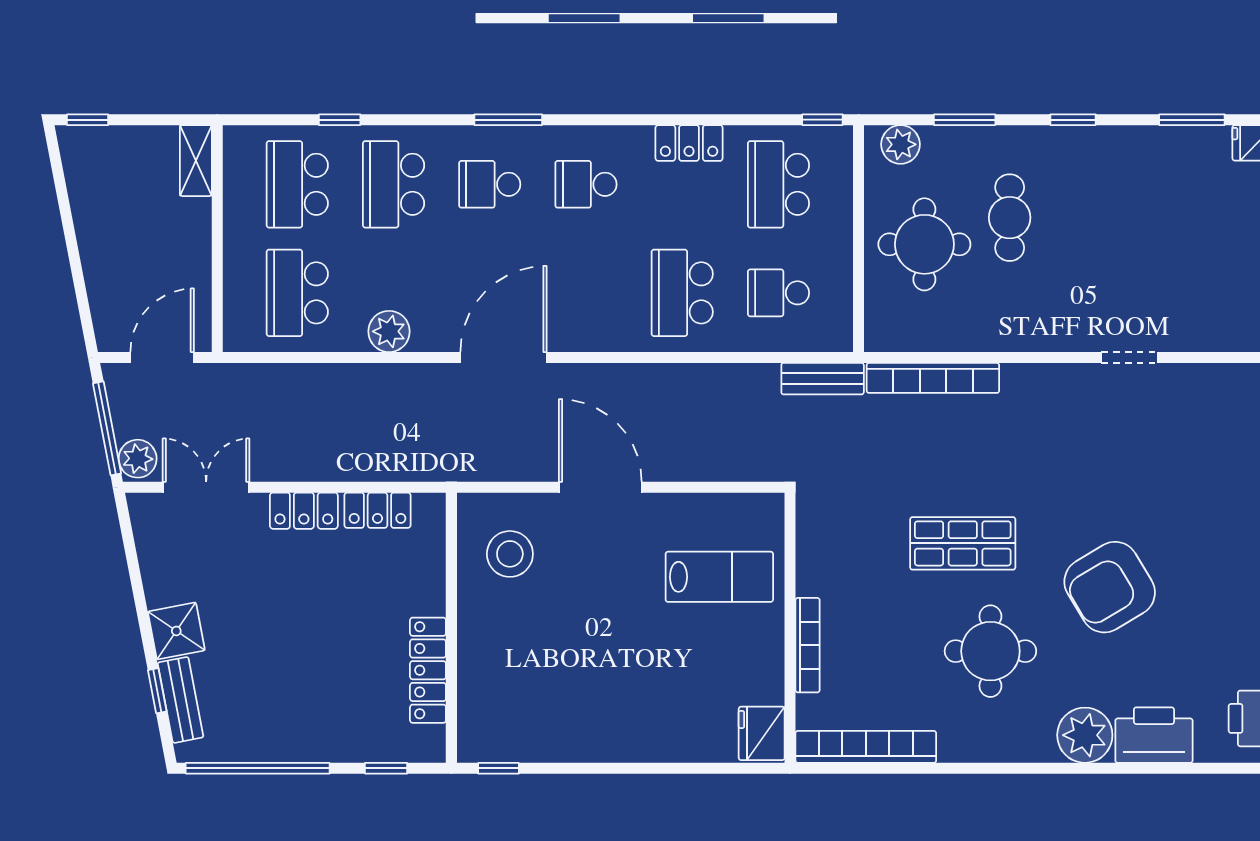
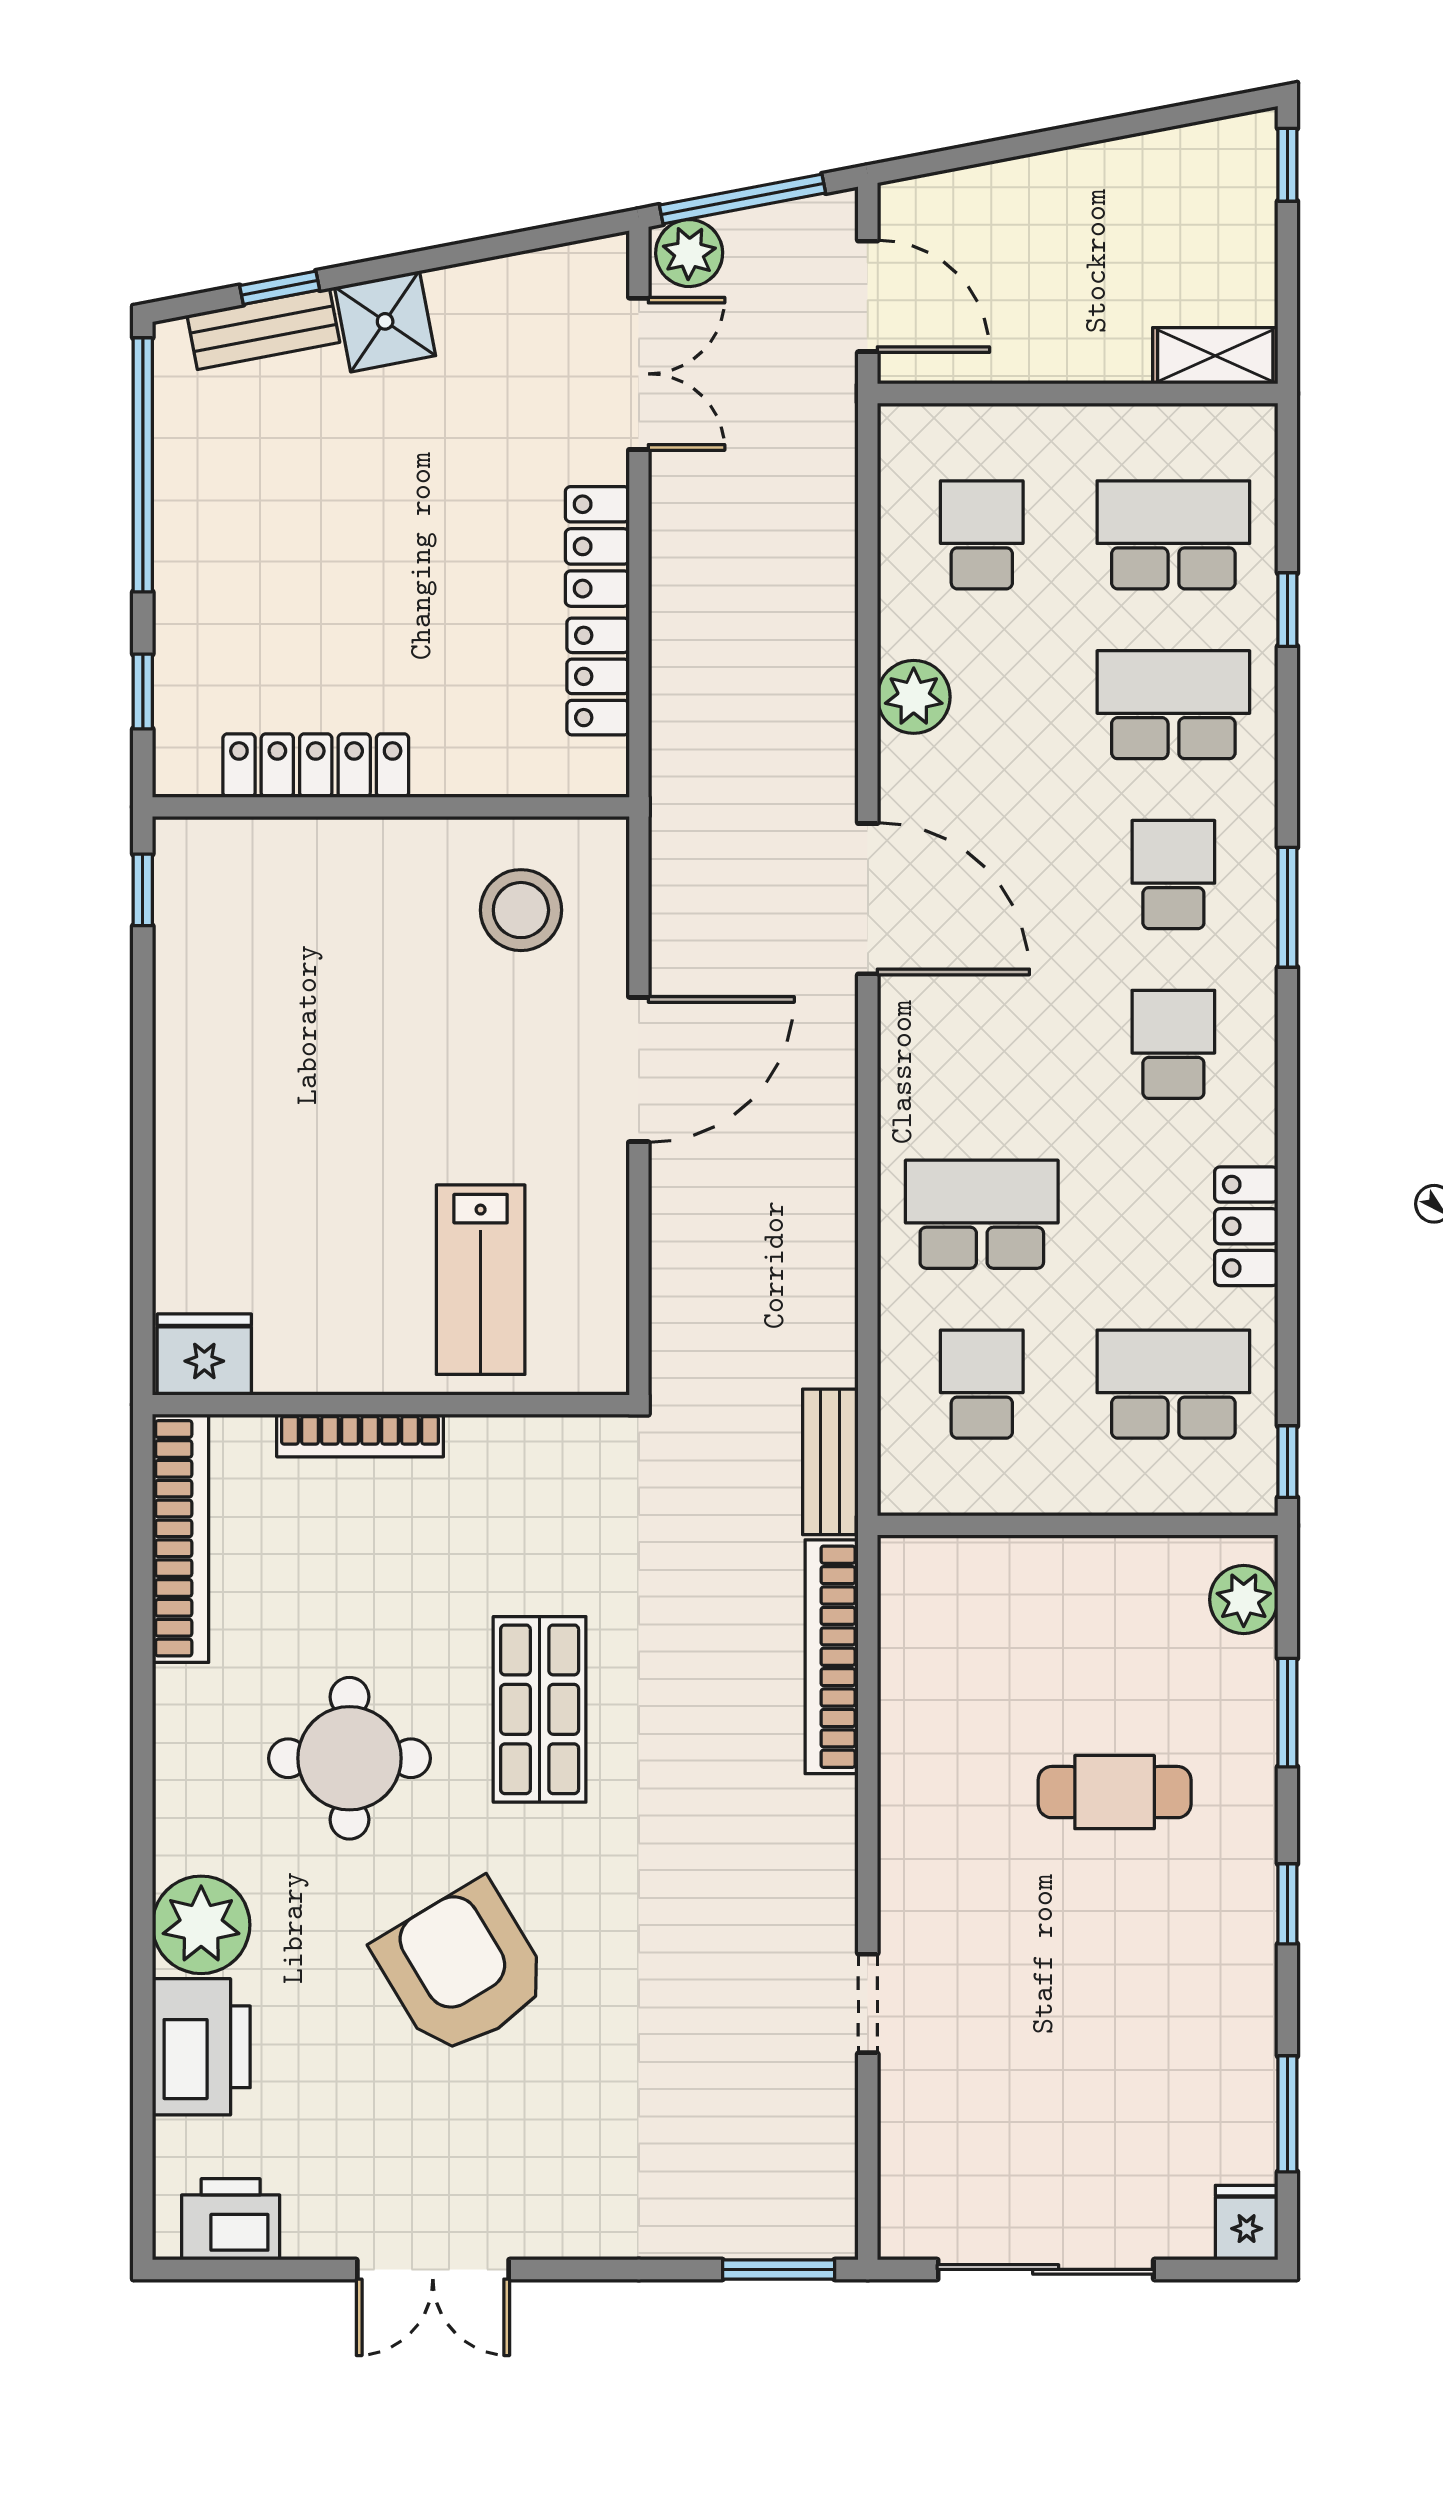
round table: (924, 244) -> (1067, 1642), removed
school desk: (297, 293) -> (982, 535), width x0.54

